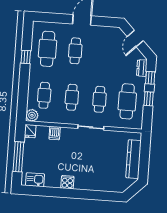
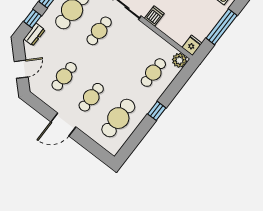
window: (26, 57) -> (157, 111), moved
cafe table: (72, 97) -> (64, 76), moved
dishwasher: (55, 133) -> (154, 16), moved

